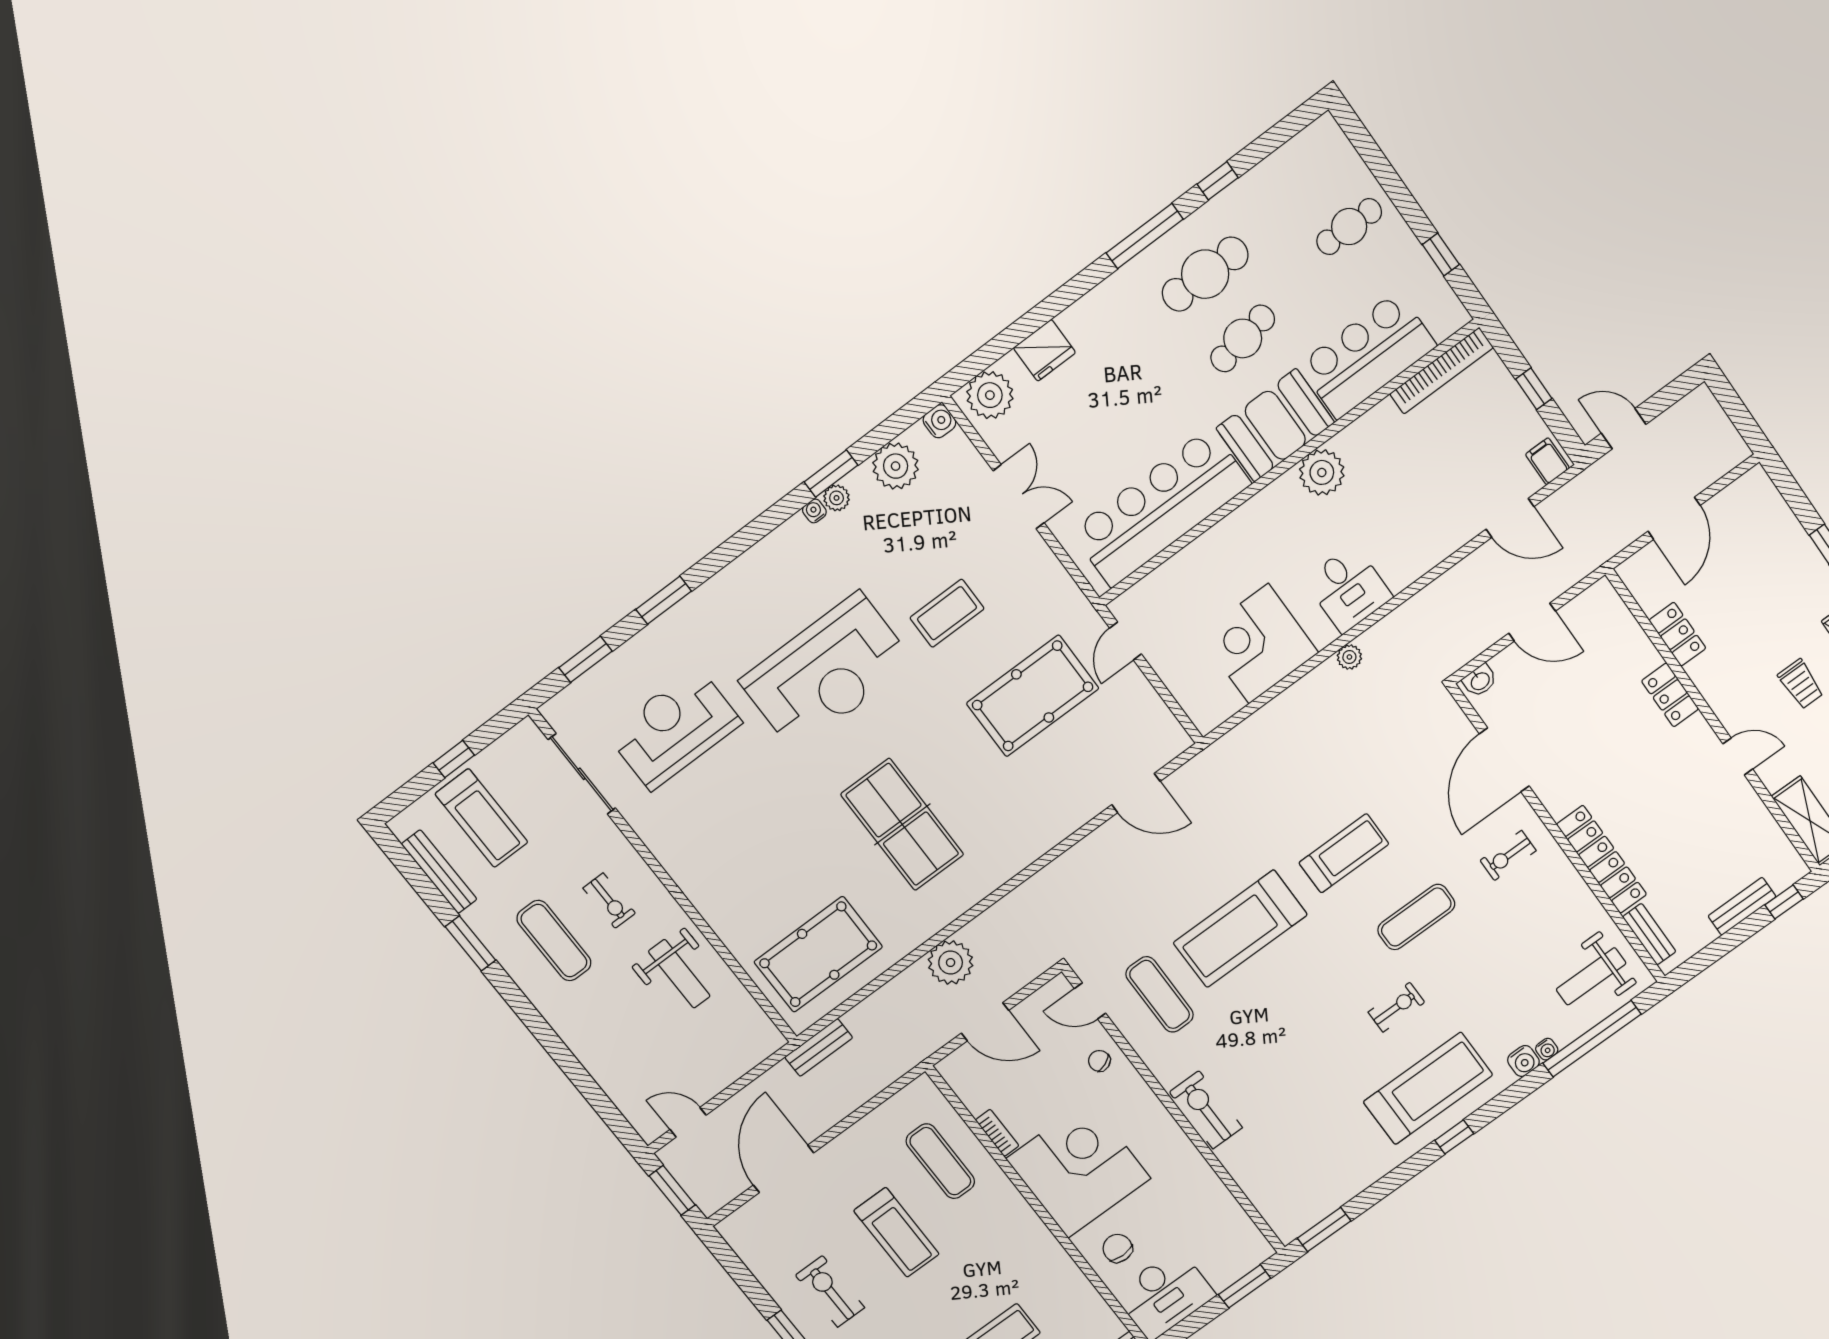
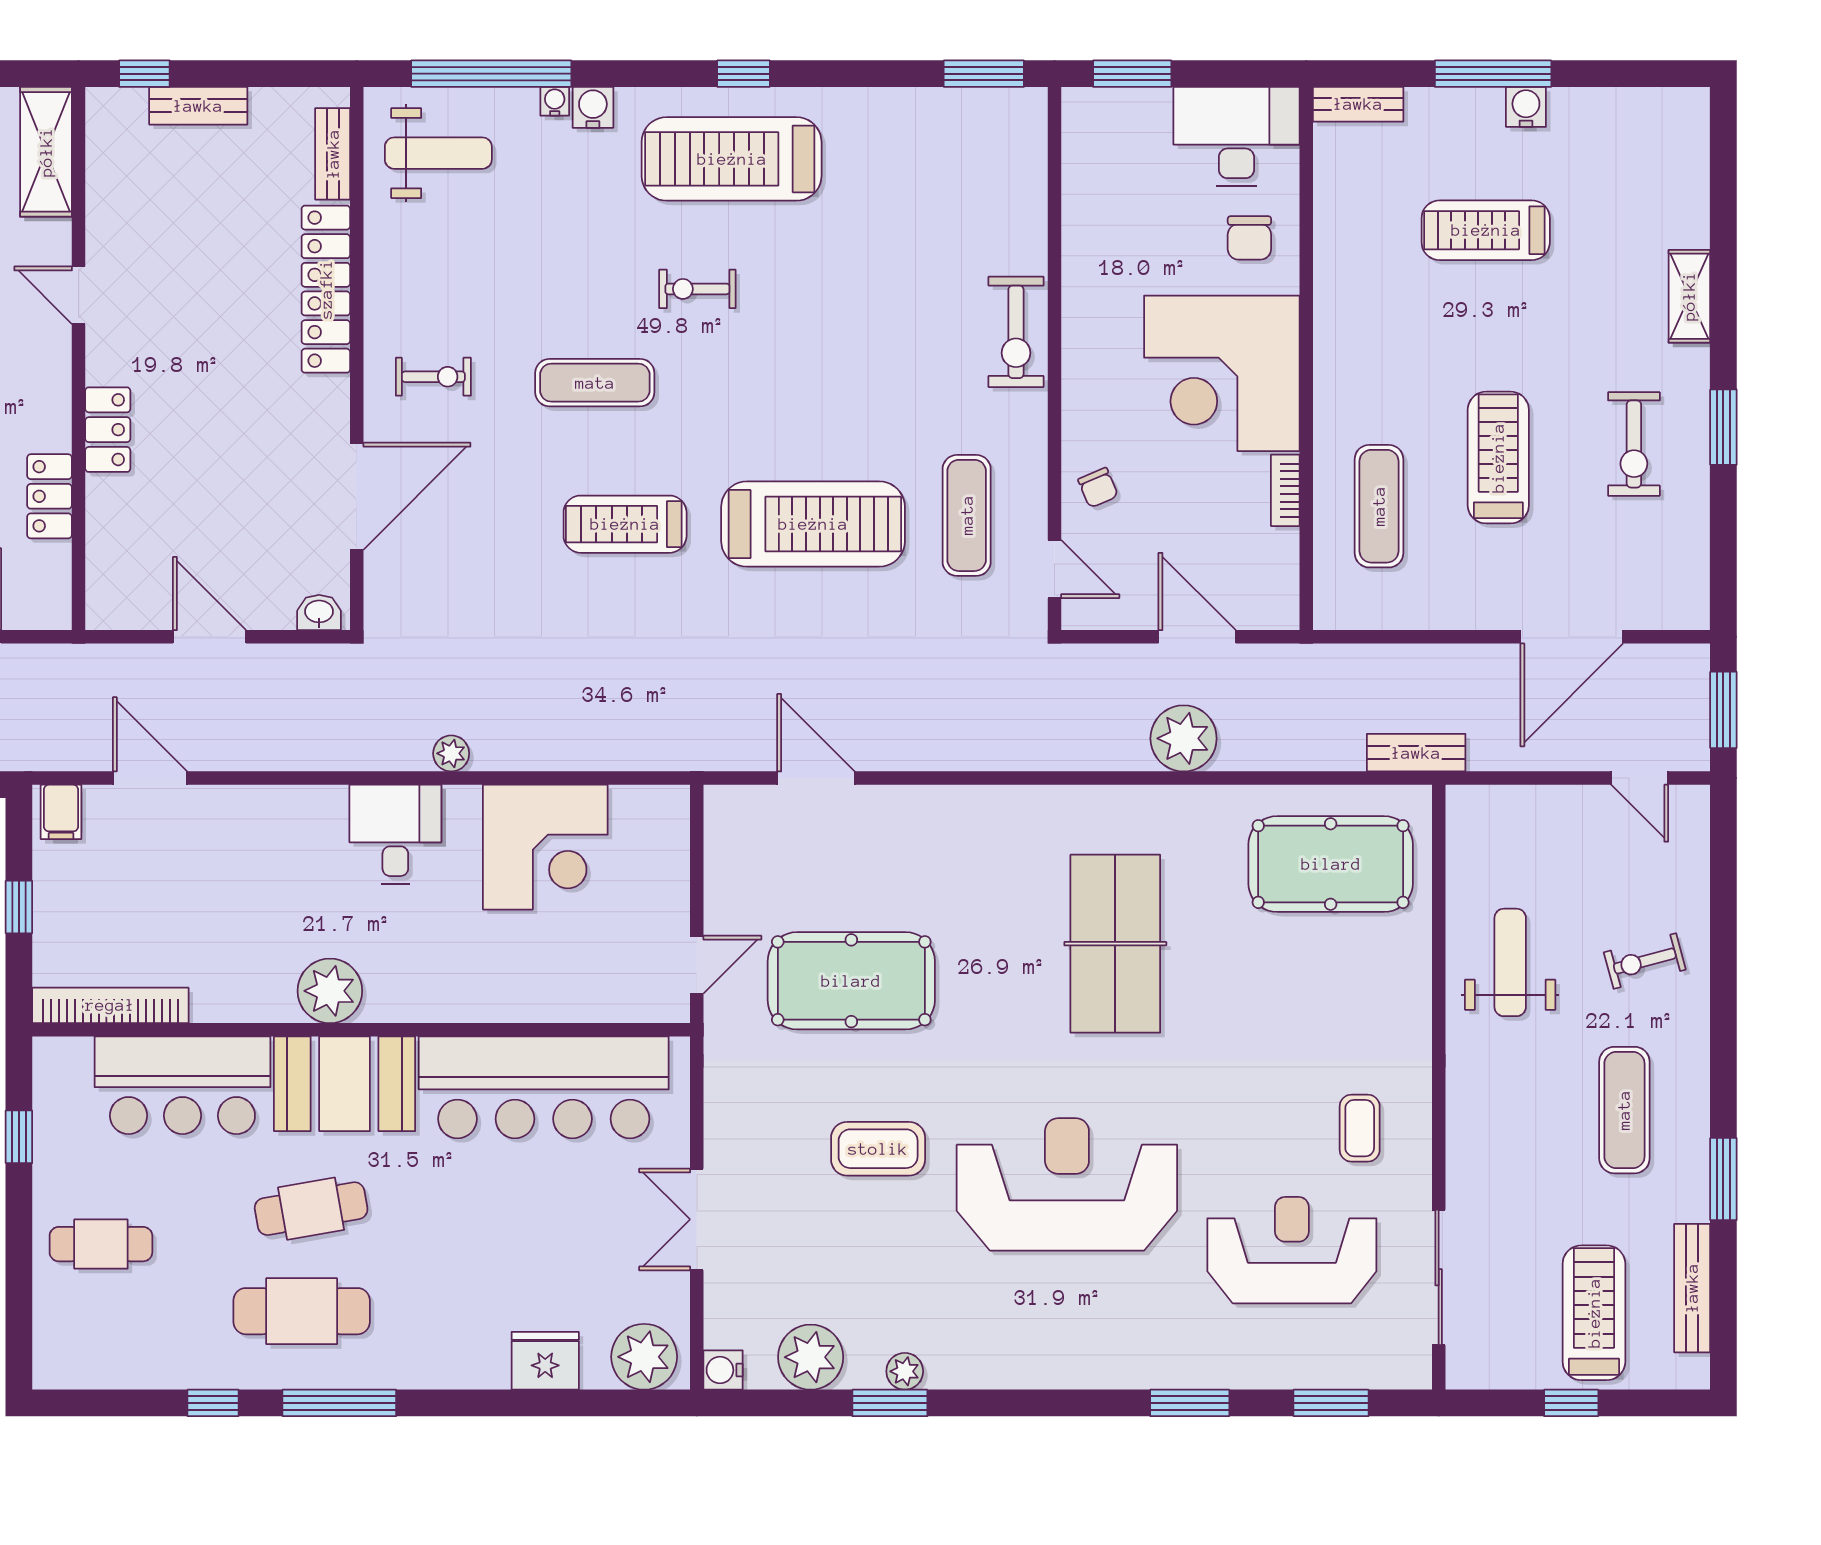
water cooler: (814, 511) -> (941, 1375), removed
reception desk: (674, 728) -> (1292, 1250), turned 180
coffee table: (690, 823) -> (1360, 1128), added
exercise bike: (609, 901) -> (1645, 961), moved, turned -105

